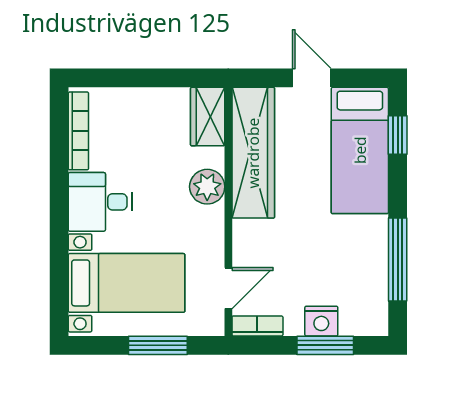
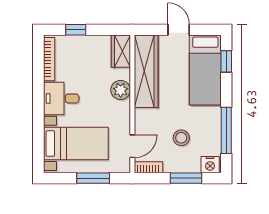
window: (126, 78) -> (76, 30), added
stool: (316, 273) -> (181, 138), added
nightstand: (321, 321) -> (210, 165), moved

